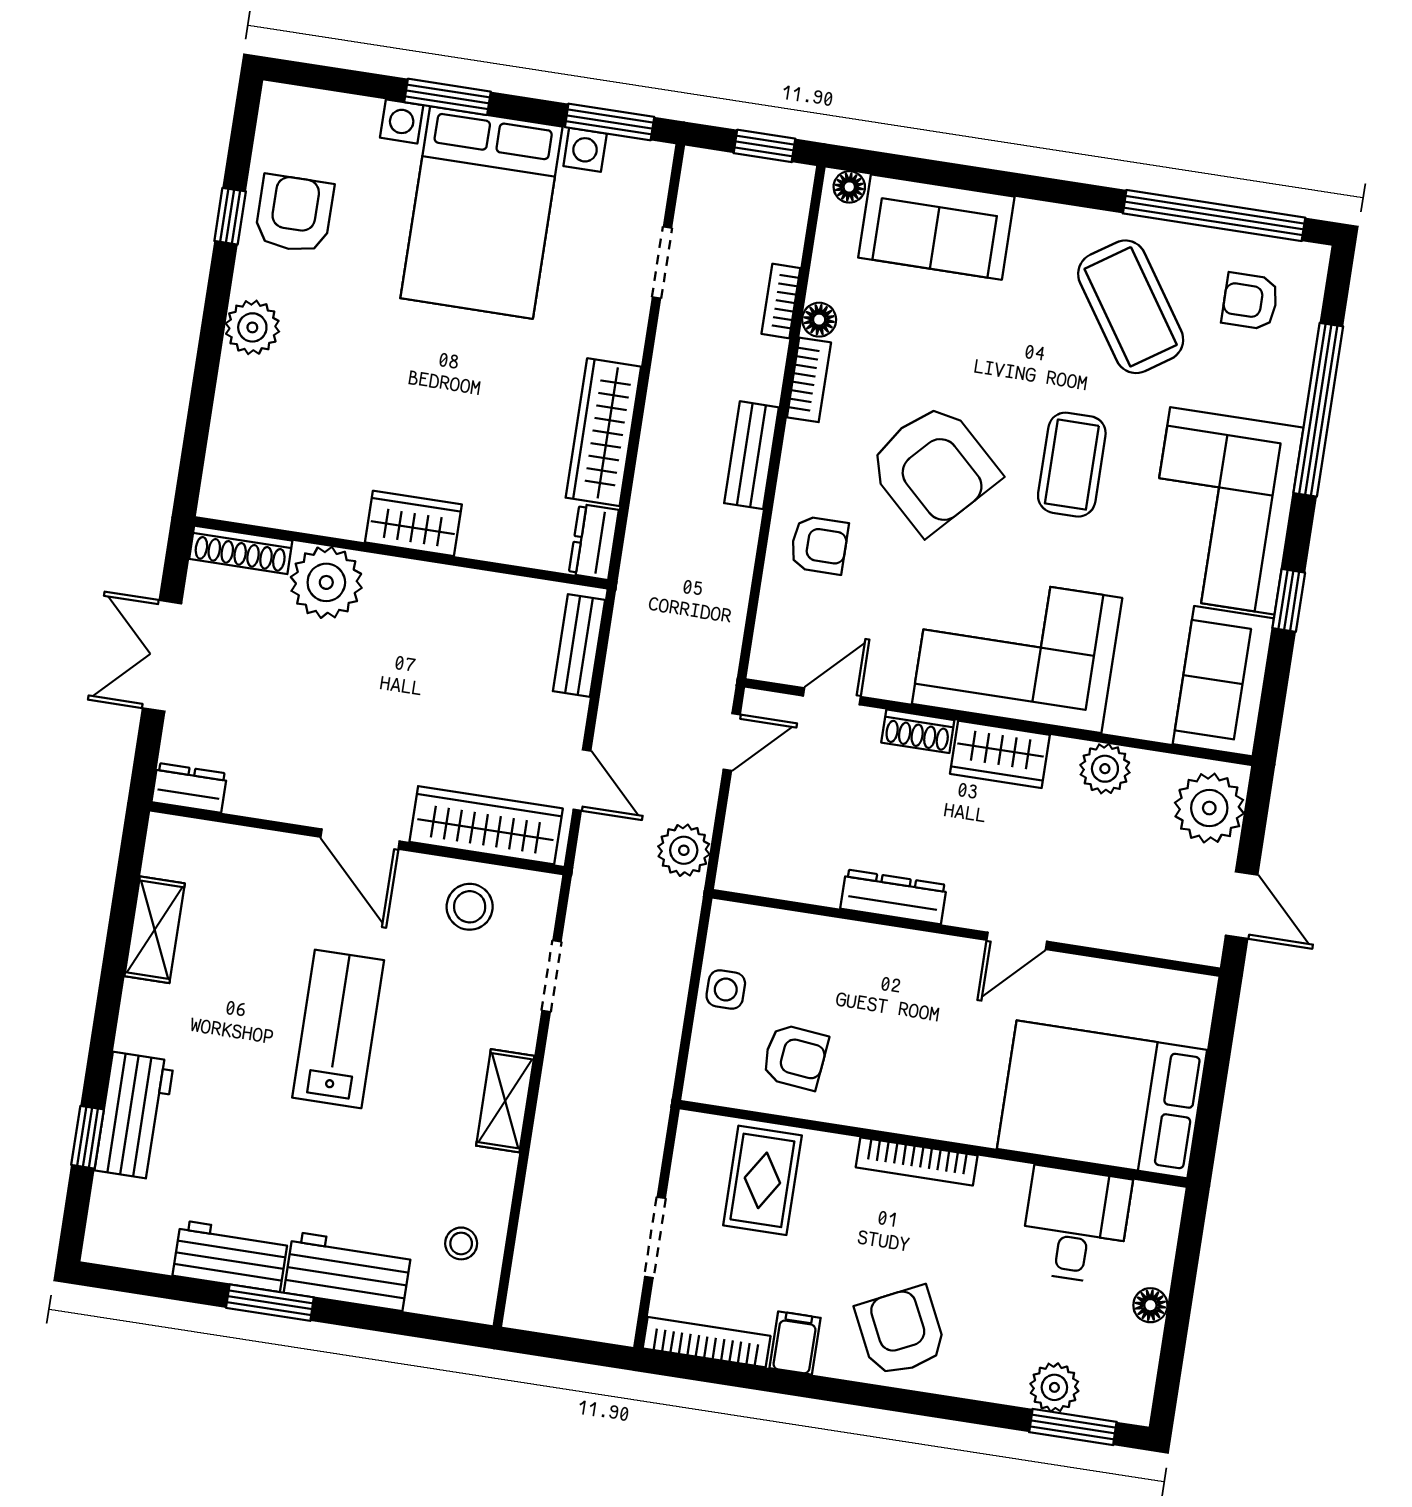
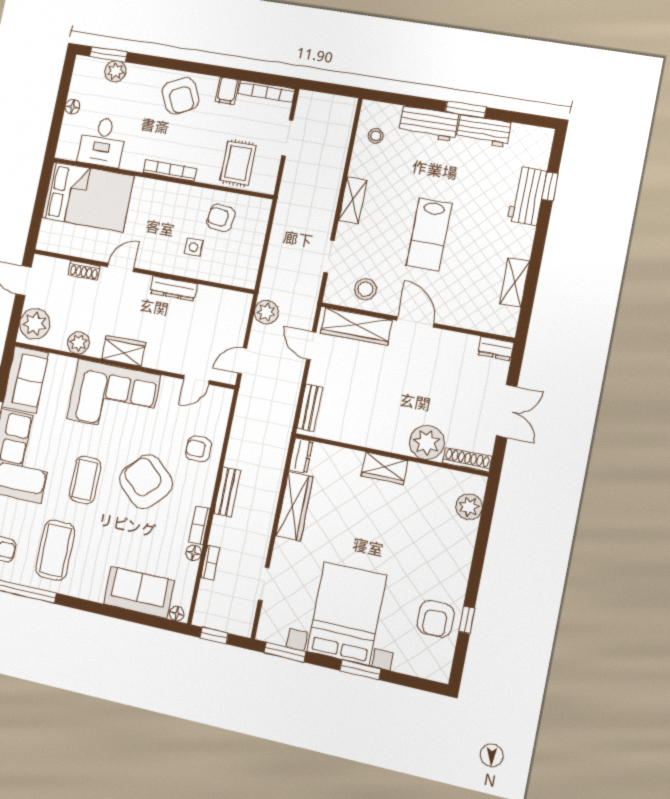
coffee table: (1131, 307) -> (55, 550), turned 34
plant: (252, 327) -> (469, 507), moved
shoe rack: (918, 731) -> (84, 270), moved, turned 180
side table: (726, 990) -> (193, 247), moved

